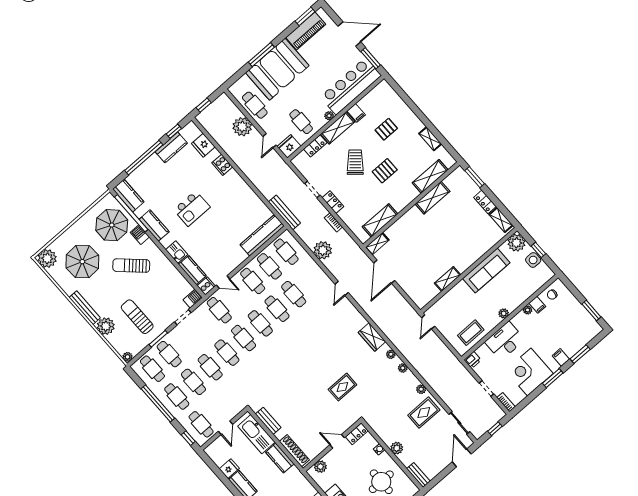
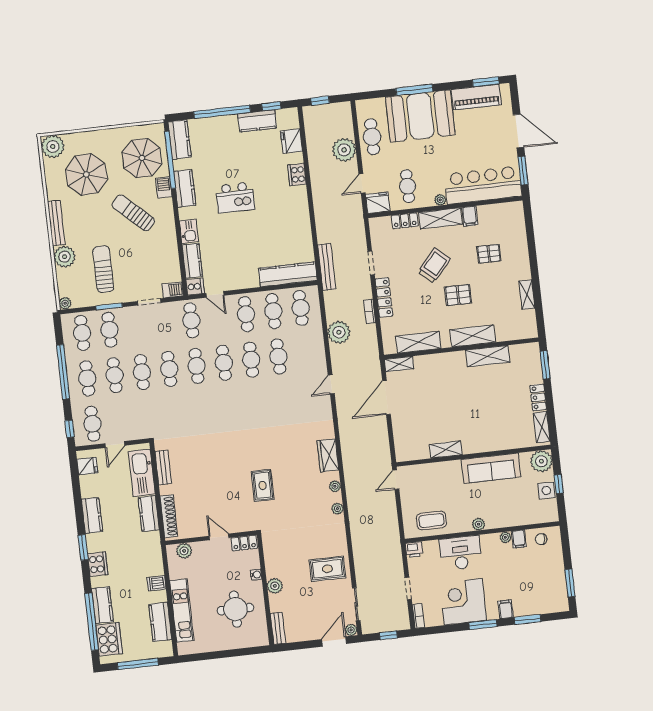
shelving: (430, 176) -> (473, 336), moved
locker: (333, 202) -> (384, 297), width x1.53
rug: (342, 387) -> (263, 485), turned 90
plant: (421, 389) -> (351, 630), moved
fridge: (229, 469) -> (87, 466), moved

